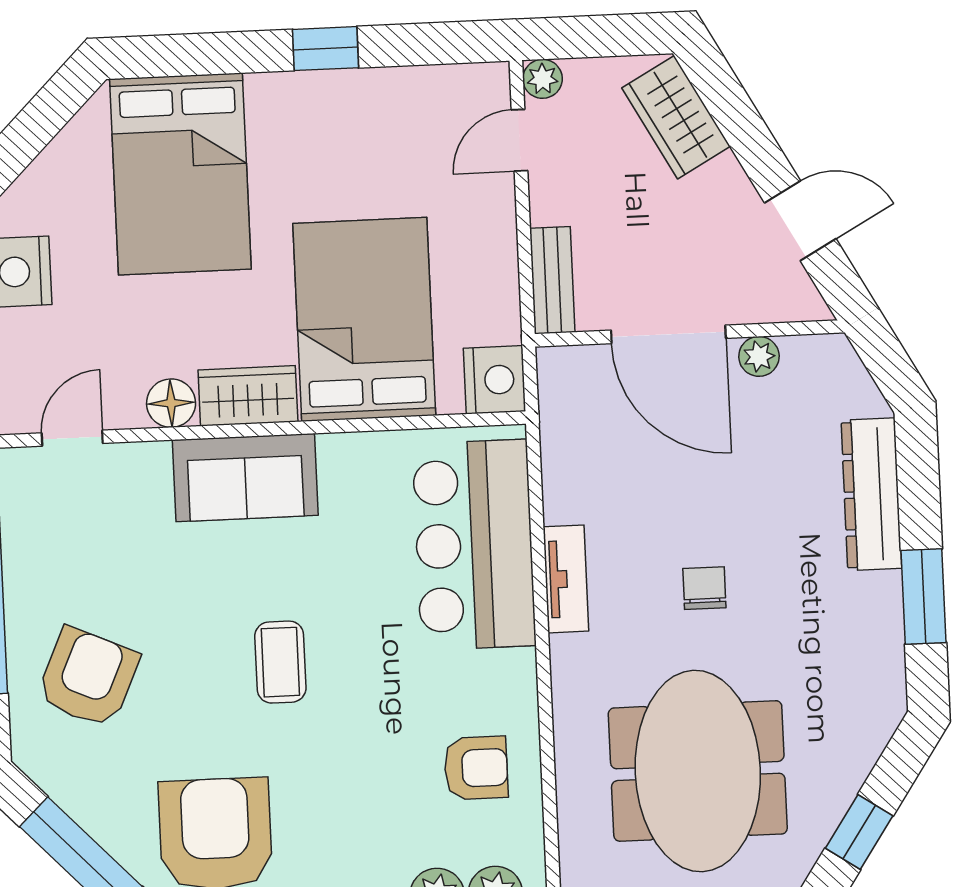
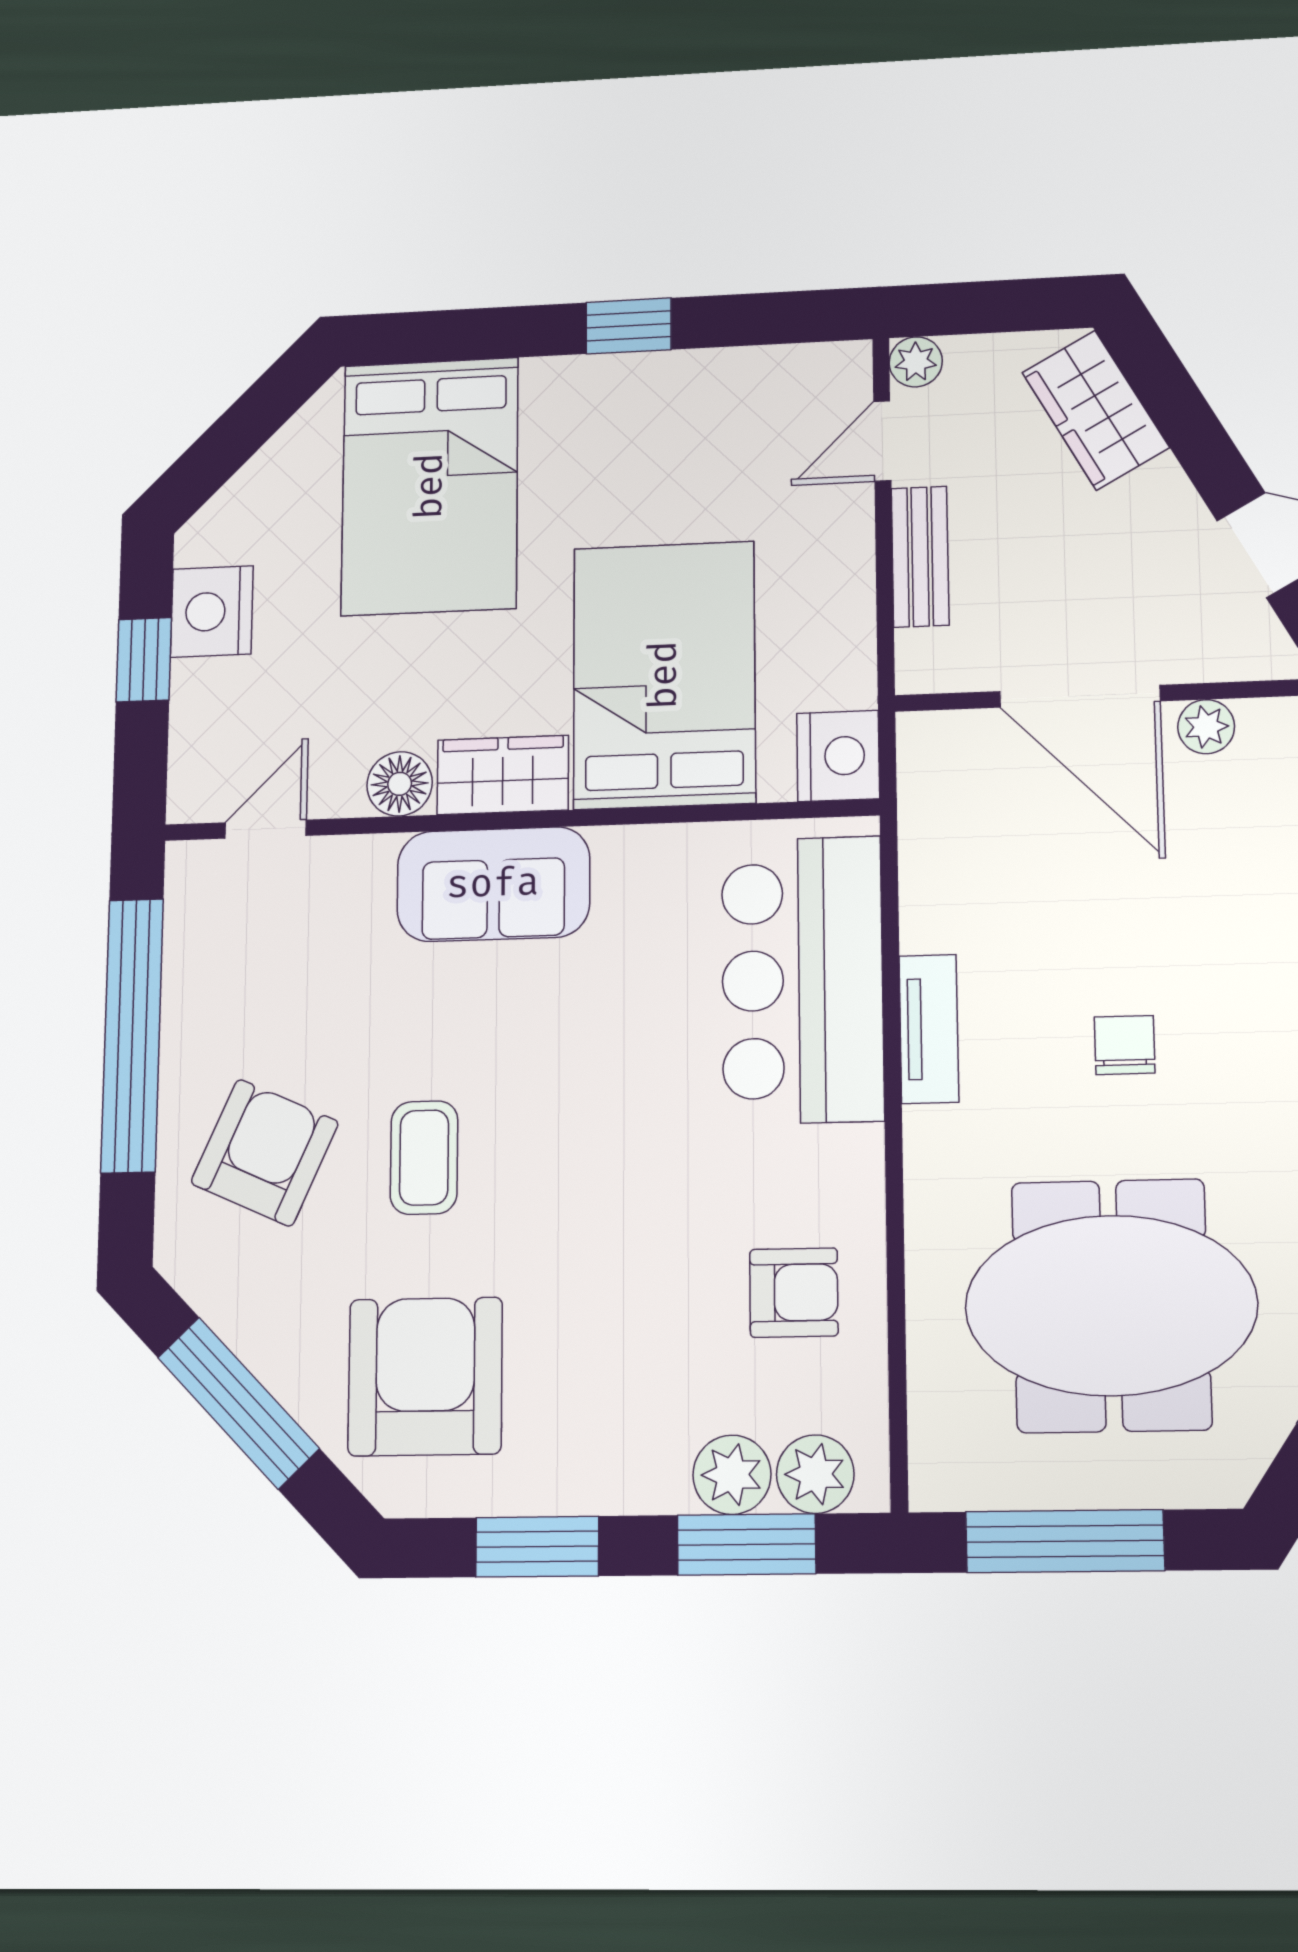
bench: (552, 280) -> (920, 557), moved
coffee table: (280, 662) -> (424, 1158), moved
meeting table: (698, 771) -> (1111, 1305), turned 90

